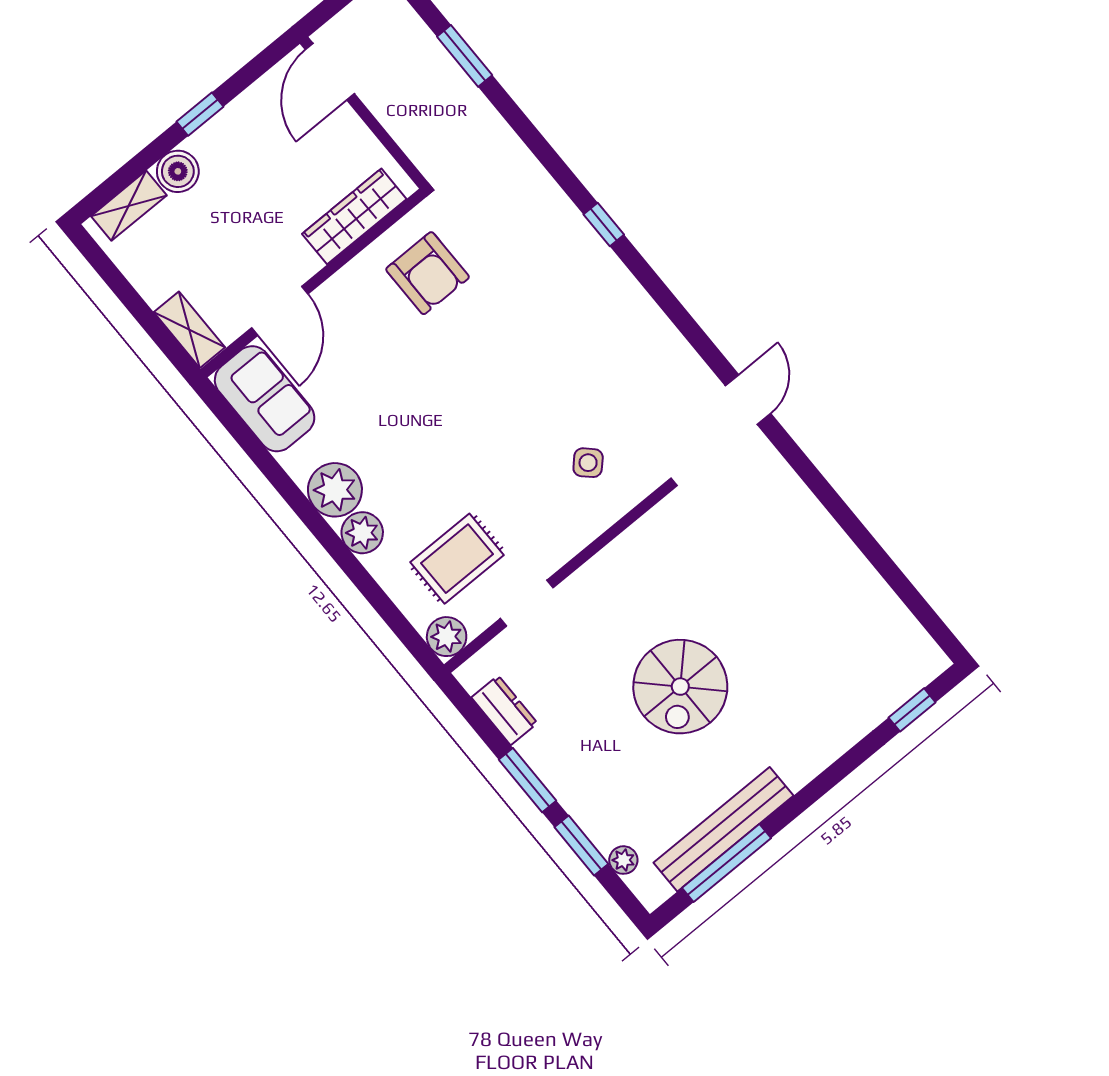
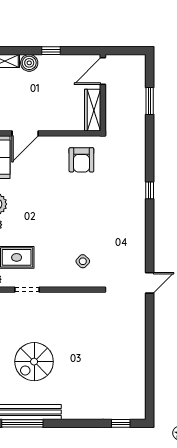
wardrobe: (354, 216) -> (93, 110), moved, turned -90
spiral stairs: (680, 687) -> (34, 362), moved

